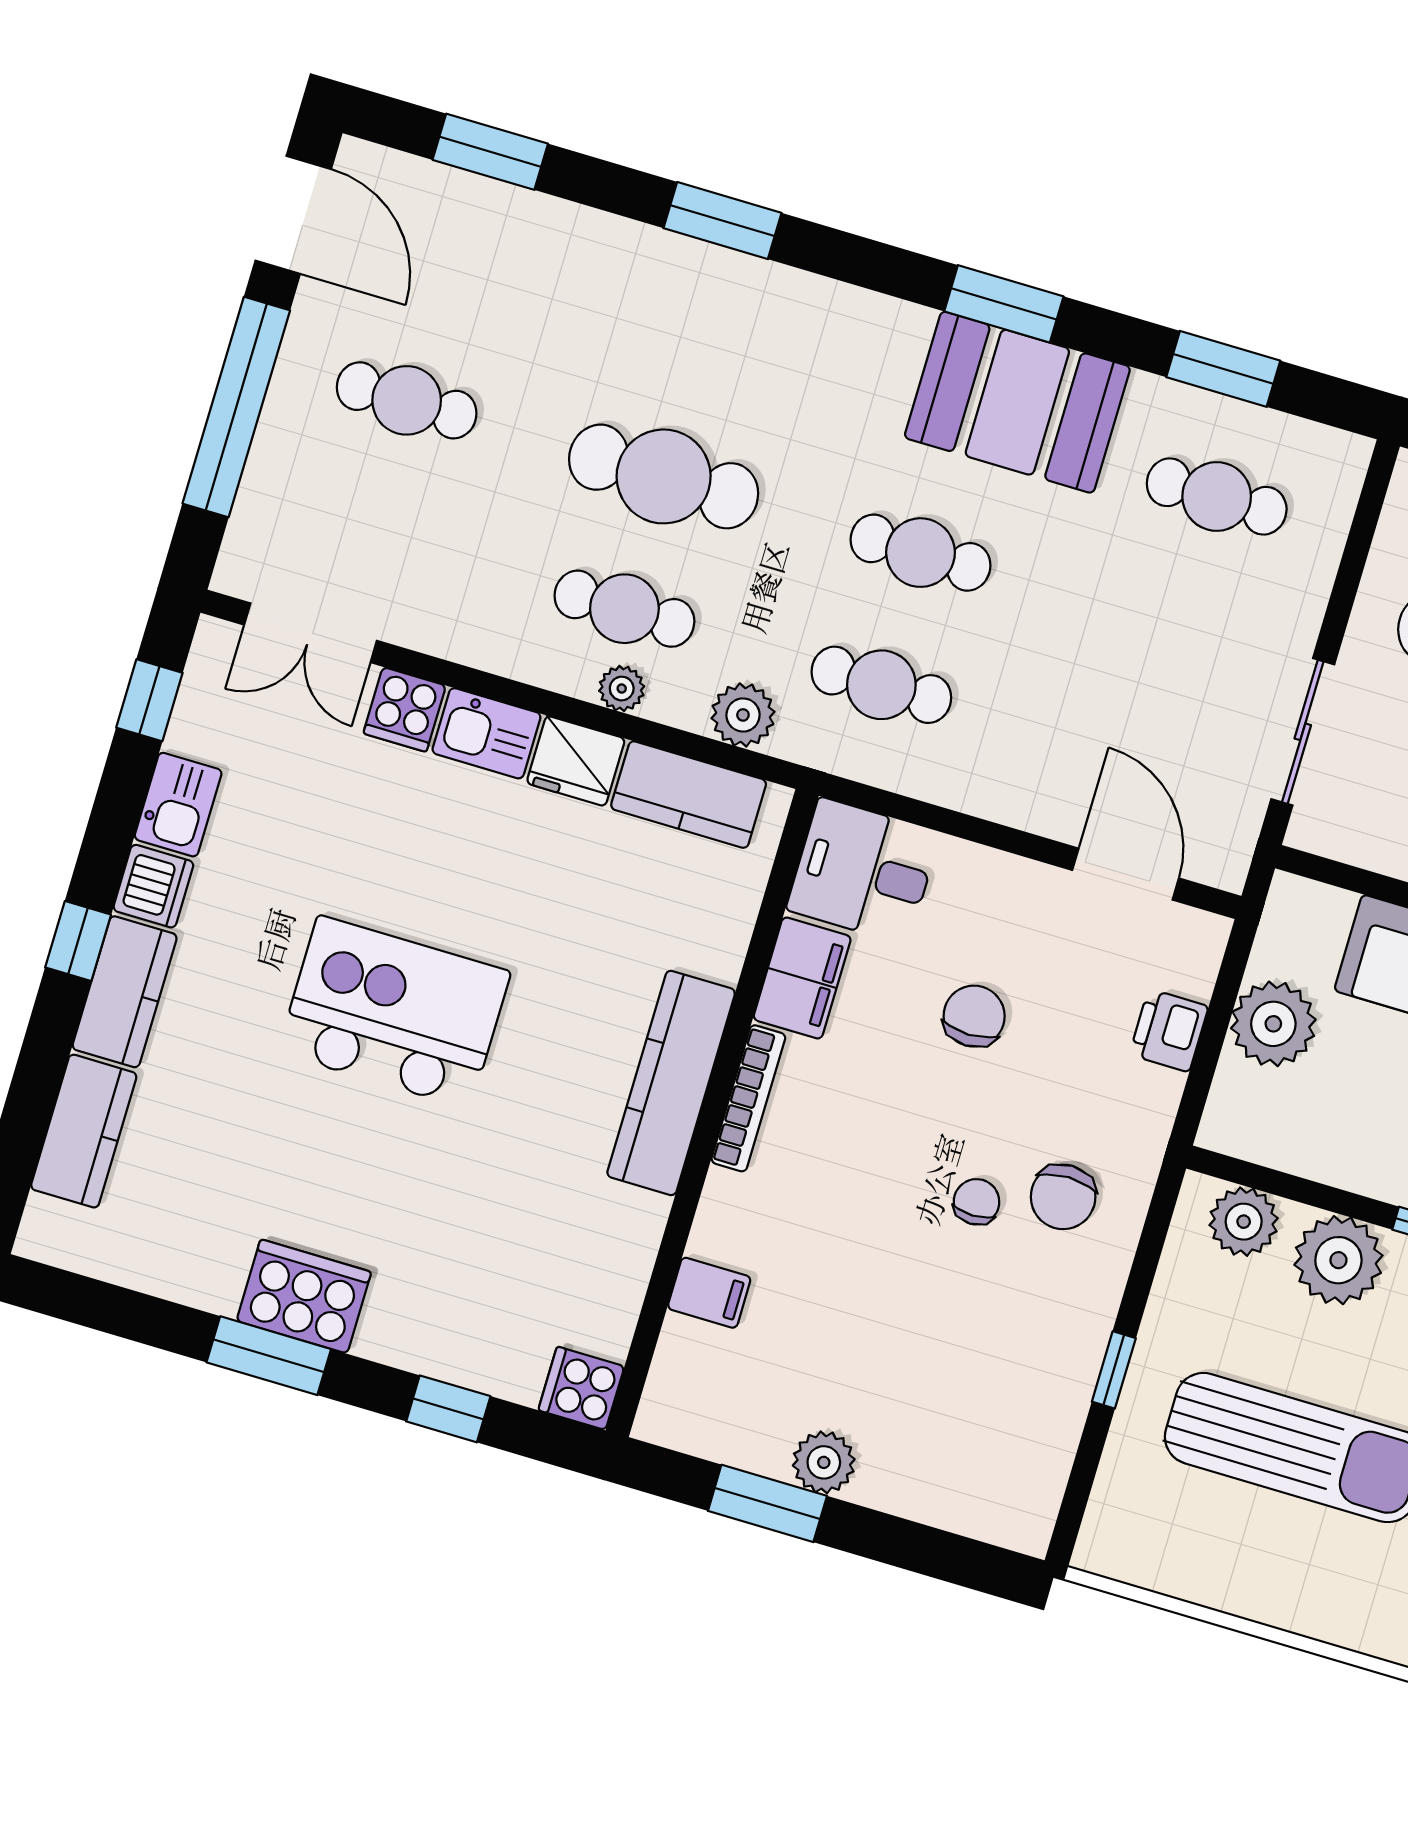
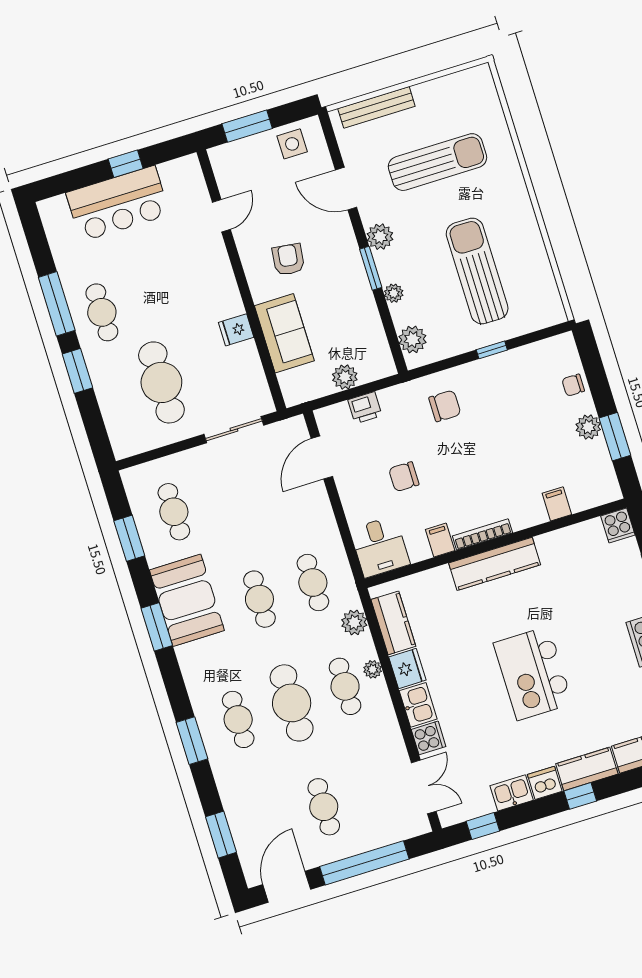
cafe table: (703, 344) -> (238, 719), added
filing cabinet: (802, 978) -> (440, 540), width x0.50
plant: (1273, 1024) -> (345, 377), width x0.73, depth x0.73
chair: (976, 1202) -> (573, 385), moved
plant: (1338, 1260) -> (394, 293), width x0.53, depth x0.53

